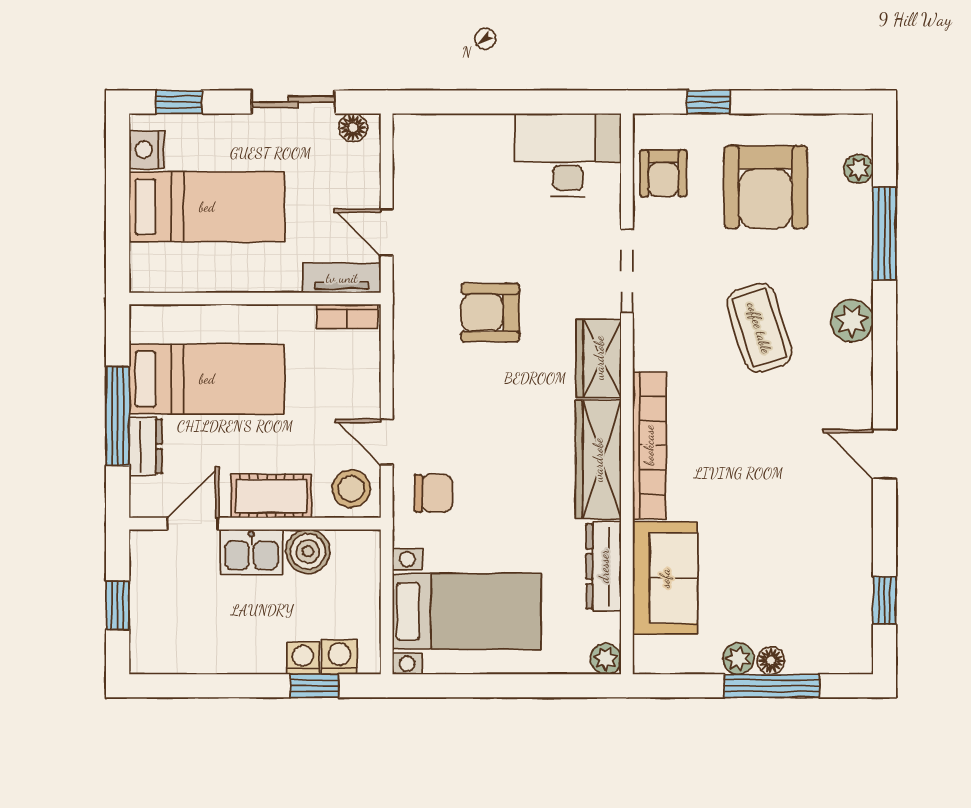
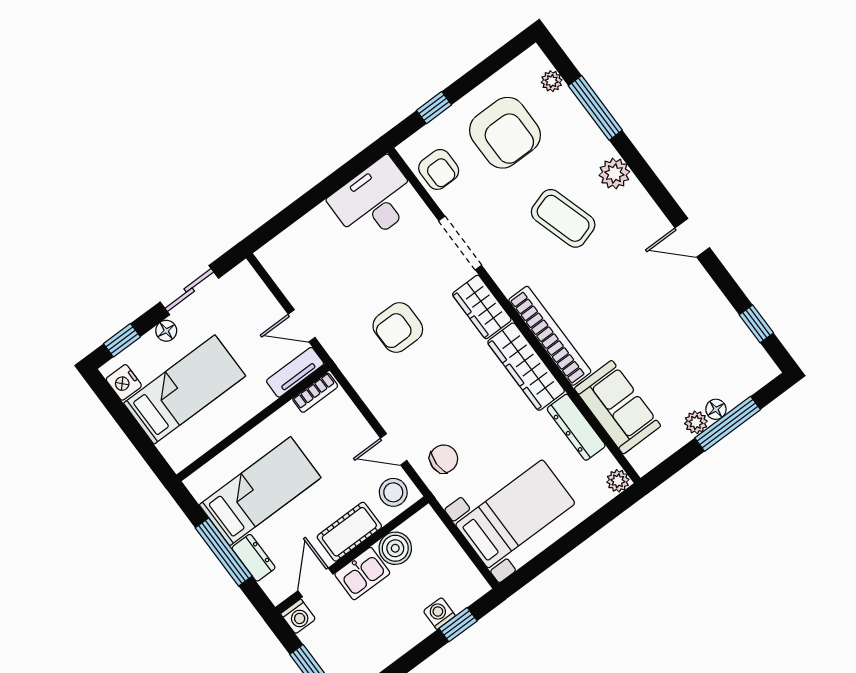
floor lamp: (353, 128) -> (166, 331), moved
washing machine: (339, 657) -> (298, 616), moved, turned 180

